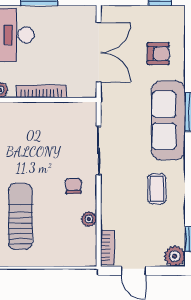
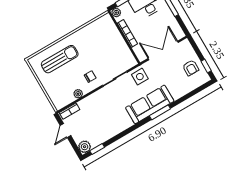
double door: (99, 52) -> (163, 51), swing flipped
armchair: (158, 54) -> (191, 68), moved
side table: (117, 111) -> (140, 77), added
coffee table: (157, 189) -> (113, 118), removed

